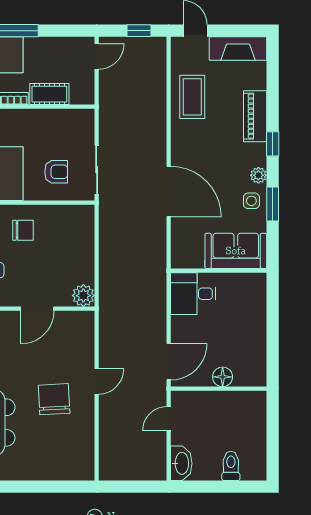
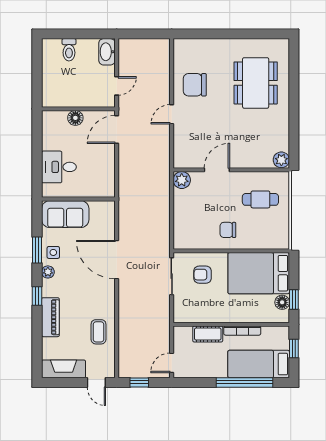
coffee table: (192, 97) -> (98, 332), width x0.73, depth x0.77
desk: (193, 294) -> (59, 167), moved, turned 180
chair: (54, 399) -> (195, 85), moved, turned 93

